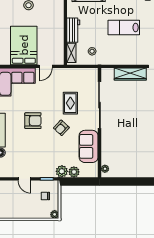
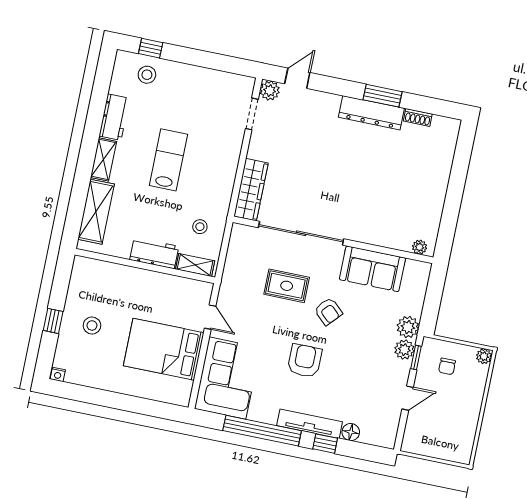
lab bench: (124, 28) -> (168, 160), turned 180
wardrobe: (130, 74) -> (251, 190), moved
plant: (74, 172) -> (404, 350), moved

